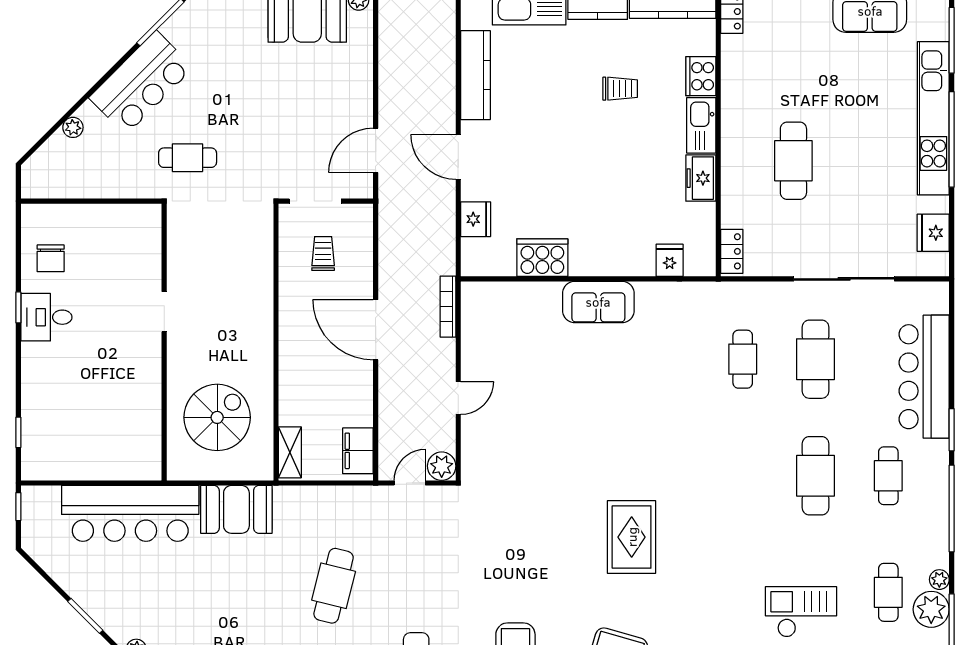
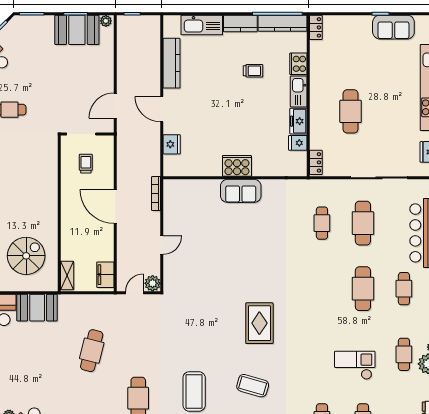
cooker: (542, 258) -> (237, 166), moved
fridge: (670, 260) -> (298, 143), moved, turned -90

